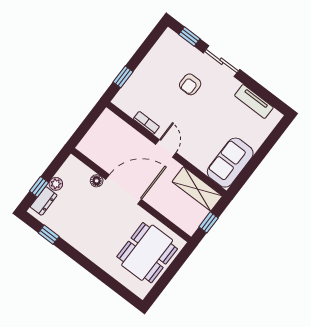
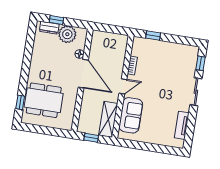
armchair: (190, 84) -> (171, 80), removed
sofa: (230, 163) -> (131, 115), moved, turned 90
plant: (56, 184) -> (67, 34), width x1.87, depth x1.87
window: (49, 235) -> (20, 102), moved
dining table: (147, 253) -> (44, 100), moved

